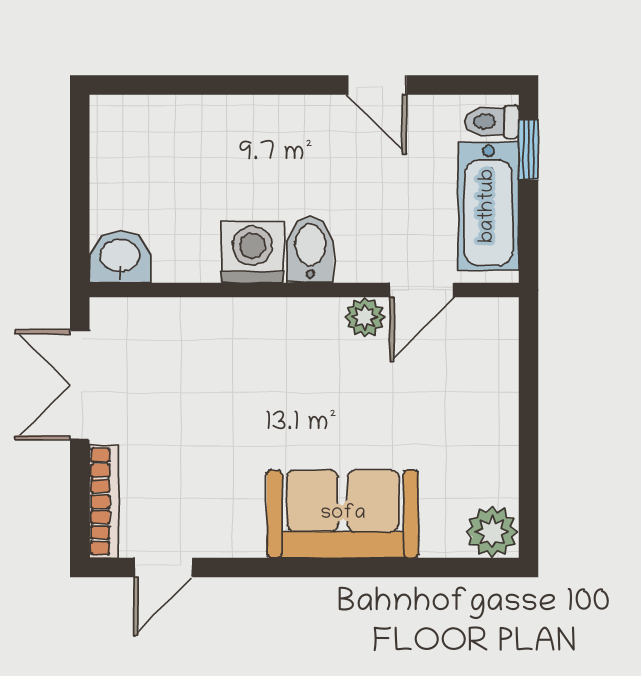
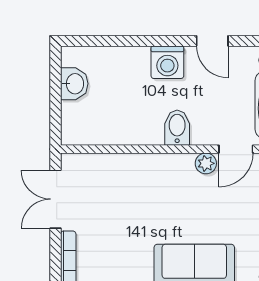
washing machine: (252, 252) -> (167, 62), moved, turned 180
washbasin: (120, 257) -> (74, 84), moved, turned 90

